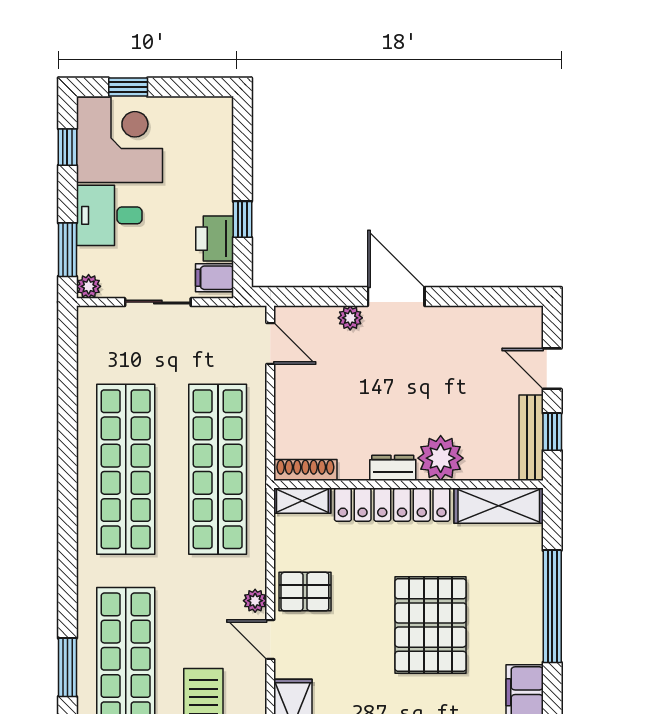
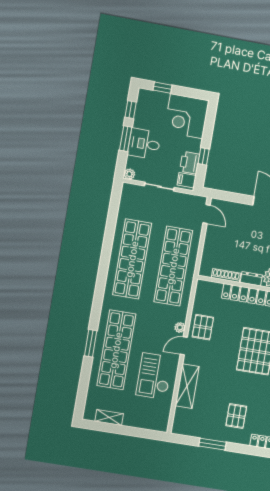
corner desk: (120, 140) -> (187, 116), moved, turned 180
window: (67, 250) -> (126, 139), moved
plant: (350, 318) -> (244, 209), removed
shoe rack: (305, 470) -> (226, 275), moved
shelving: (302, 501) -> (209, 286), removed
pallet: (305, 592) -> (203, 327), turned 90
door: (270, 640) -> (184, 346), hinge flipped

